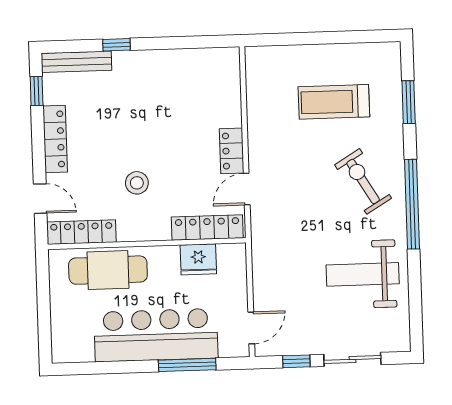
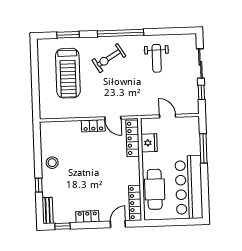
bench: (76, 62) -> (48, 210), width x0.73
treadmill: (334, 102) -> (68, 73), width x1.37, depth x1.38
locker: (55, 139) -> (87, 217), width x0.66
stool: (137, 183) -> (52, 163), moved
weight bench: (363, 274) -> (157, 58), width x0.73, depth x0.75
door: (251, 328) -> (168, 116), moved
bar counter: (156, 335) -> (189, 187), moved

